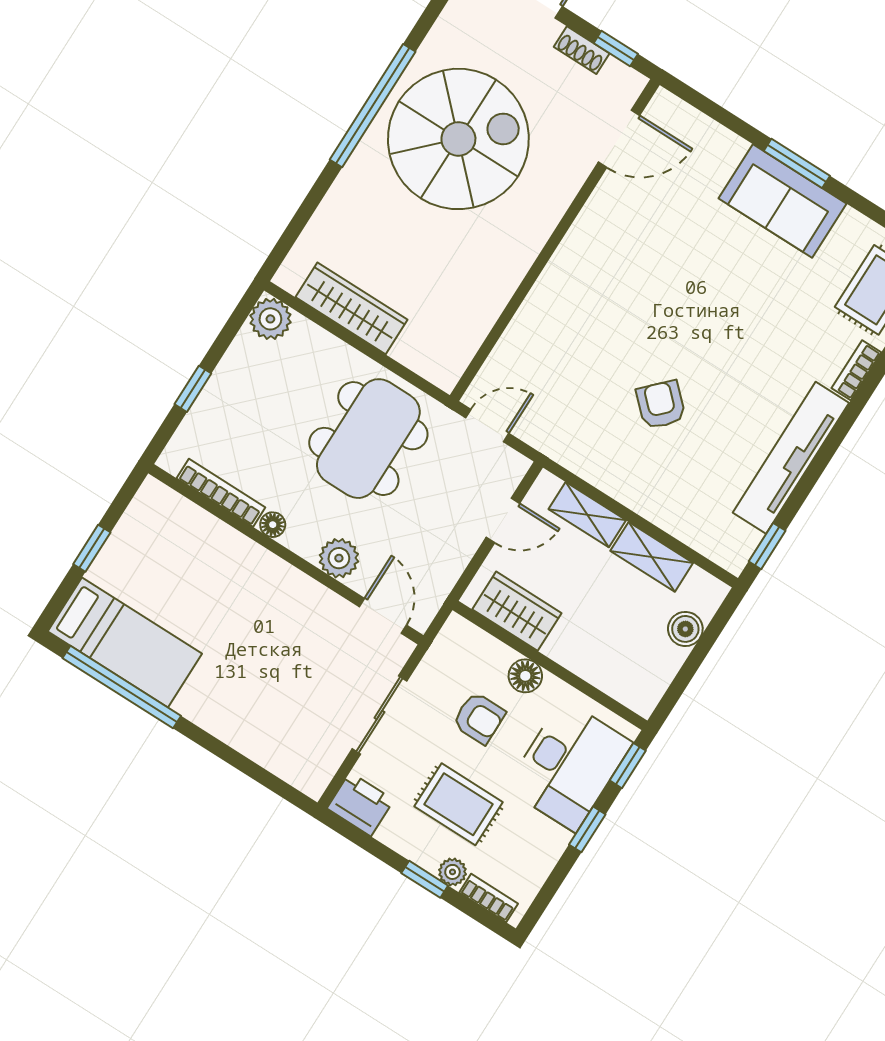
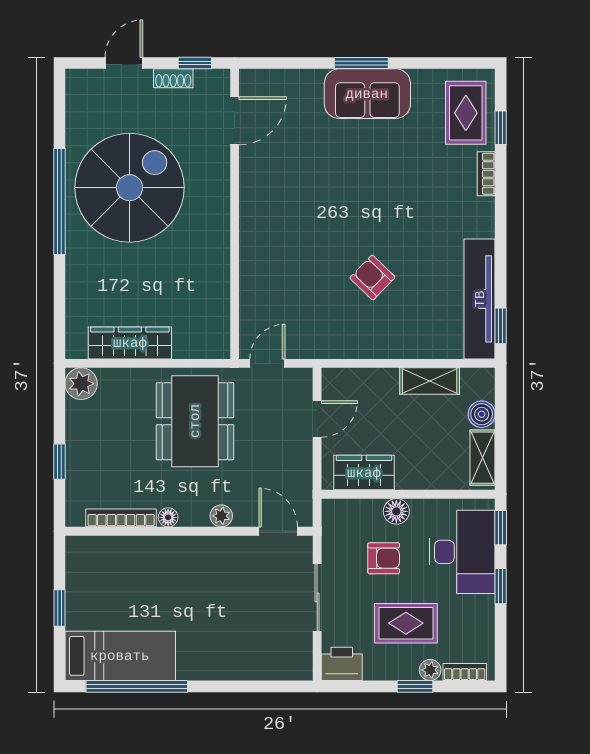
tv unit: (791, 458) -> (480, 299), moved
shelving: (587, 515) -> (483, 458), moved, turned 90
plant: (339, 558) -> (221, 516), width x0.73, depth x0.73

